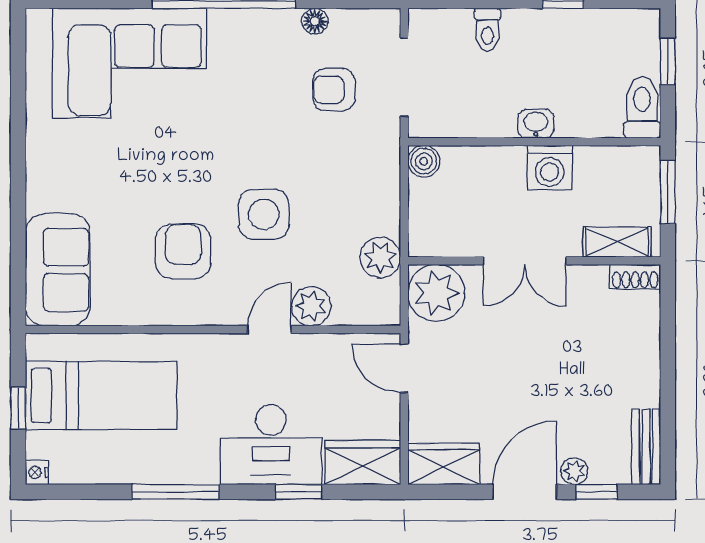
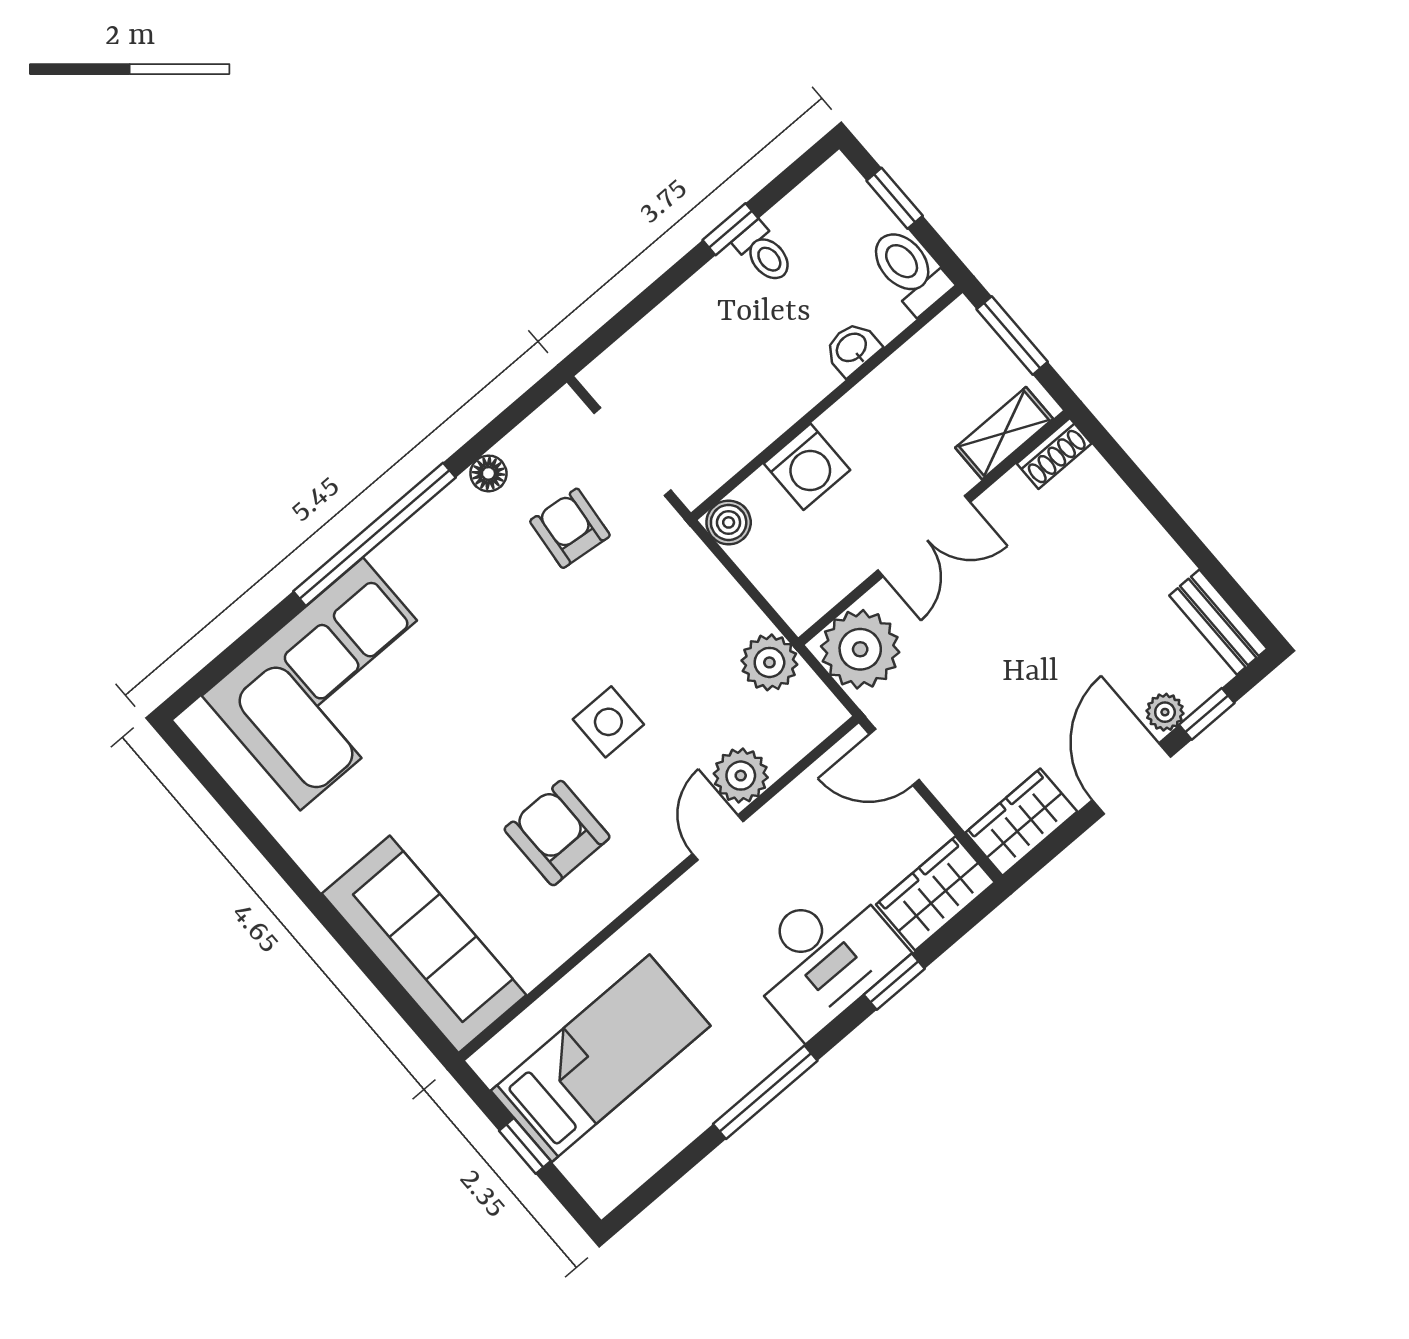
toilet: (487, 30) -> (764, 253), moved
armchair: (334, 90) -> (570, 528), turned 96
washbasin: (536, 124) -> (852, 348), moved
washing machine: (550, 168) -> (807, 467), moved
side table: (264, 214) -> (608, 722), width x0.73, depth x0.73
sofa: (58, 270) -> (424, 944), width x1.36
nightstand: (37, 472) -> (602, 1197), removed

